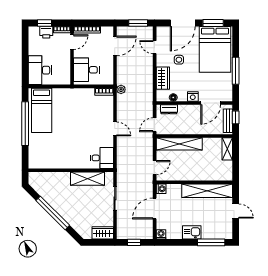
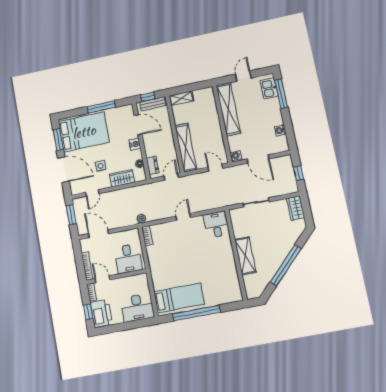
printer: (46, 32) -> (101, 314), width x1.87, depth x1.48
door: (155, 125) -> (171, 177), swing flipped
shelving: (87, 179) -> (245, 256), moved
kitchen sink: (192, 232) -> (269, 88), moved
washing machine: (161, 234) -> (280, 130), moved

